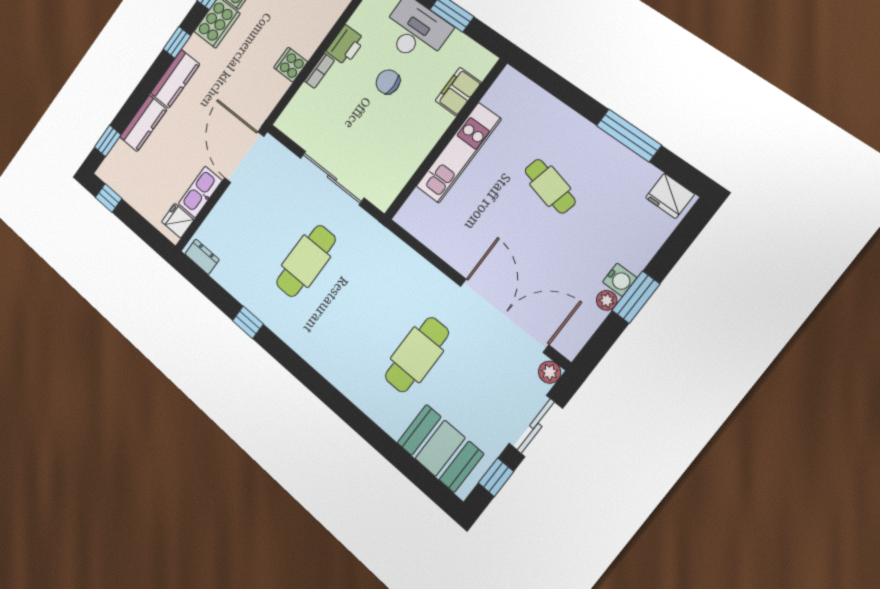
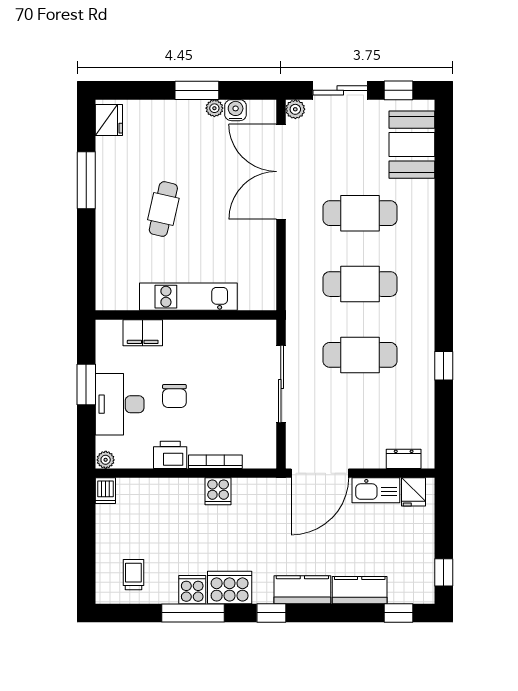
bookcase: (319, 71) -> (215, 462), width x1.56
dresser: (202, 257) -> (404, 459), moved, turned 90
water cooler: (620, 280) -> (236, 110), moved
cafe table: (360, 307) -> (360, 284), added

